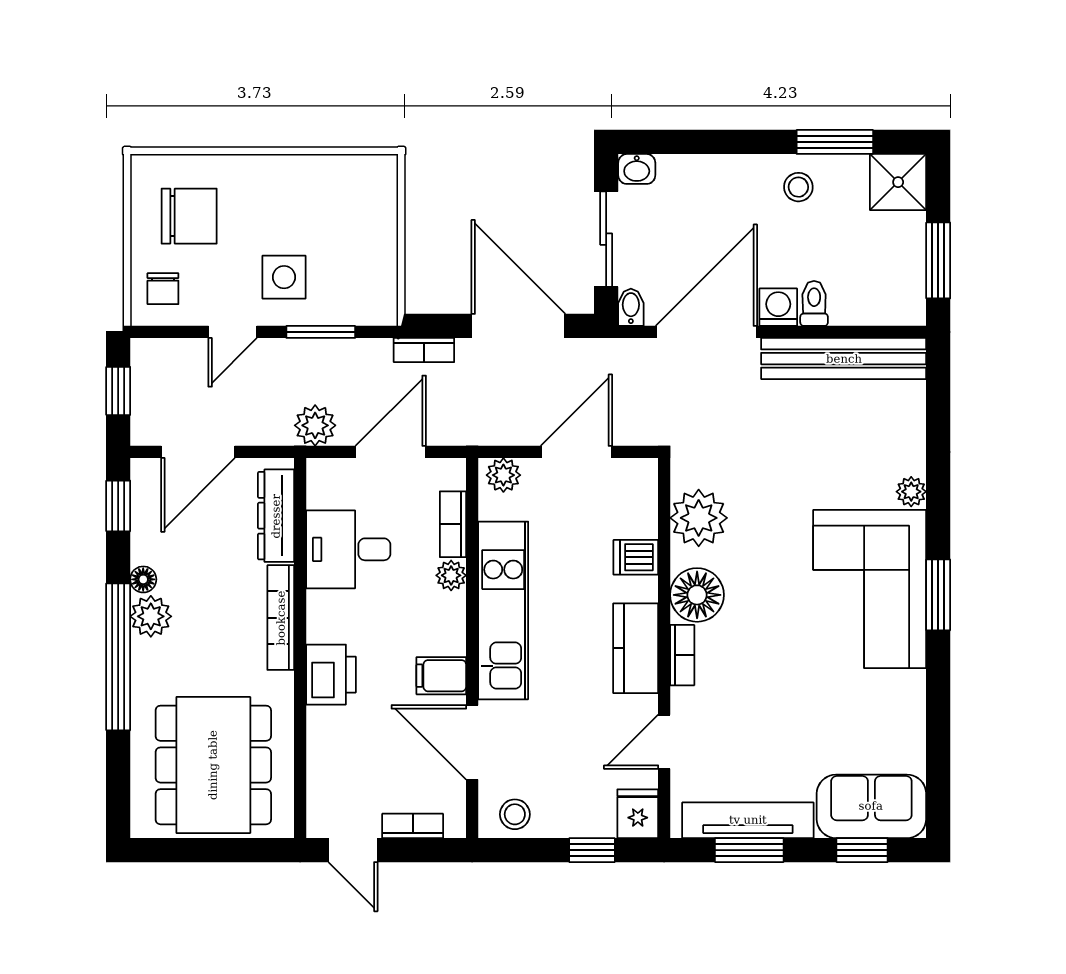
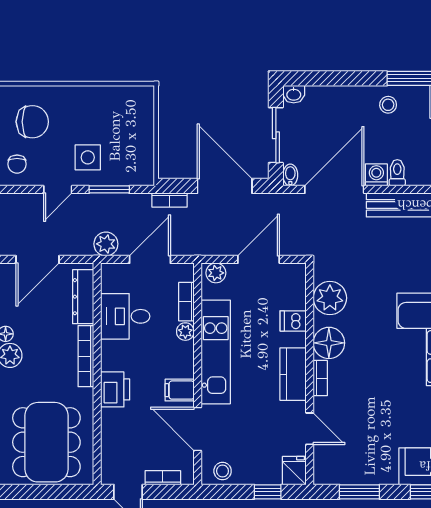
door: (664, 742) -> (310, 429), swing flipped
tv unit: (748, 820) -> (359, 474), removed

